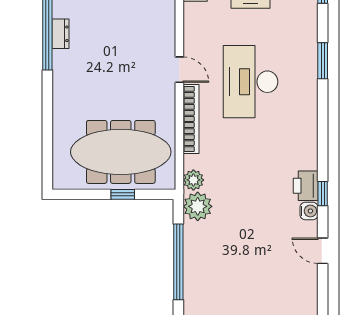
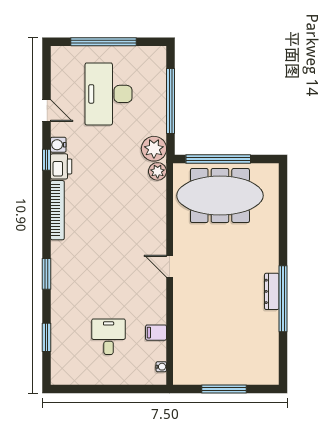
dresser: (60, 34) -> (272, 291), width x1.44
desk: (251, 82) -> (109, 94), moved, turned 180
bookcase: (191, 119) -> (57, 210), moved, turned 180
window: (123, 194) -> (218, 159), width x3.17

